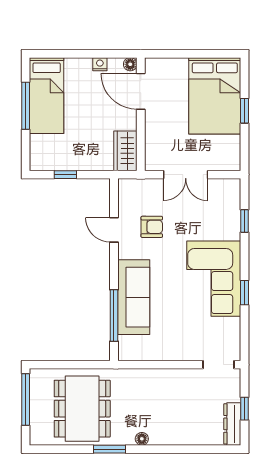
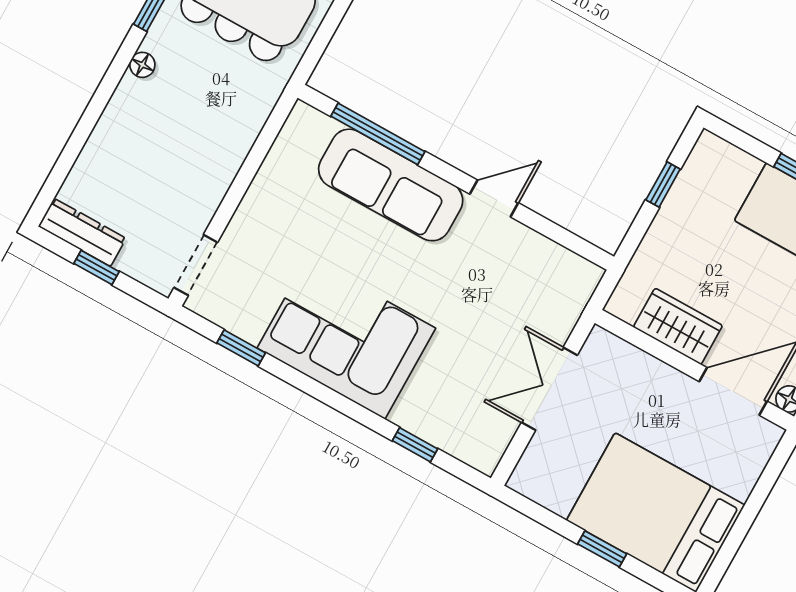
wardrobe: (125, 151) -> (678, 326), moved
armchair: (152, 227) -> (493, 282), removed
door: (114, 230) -> (494, 198), moved
window: (244, 293) -> (241, 348), moved

